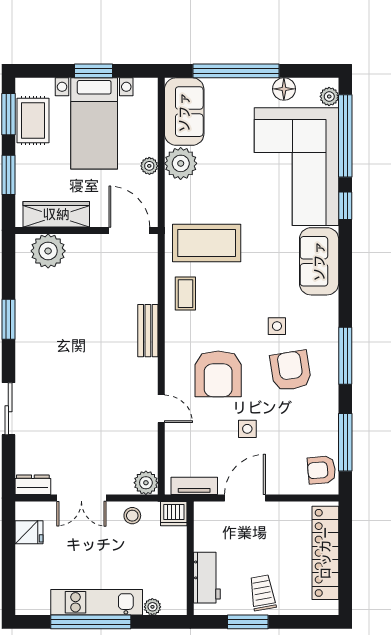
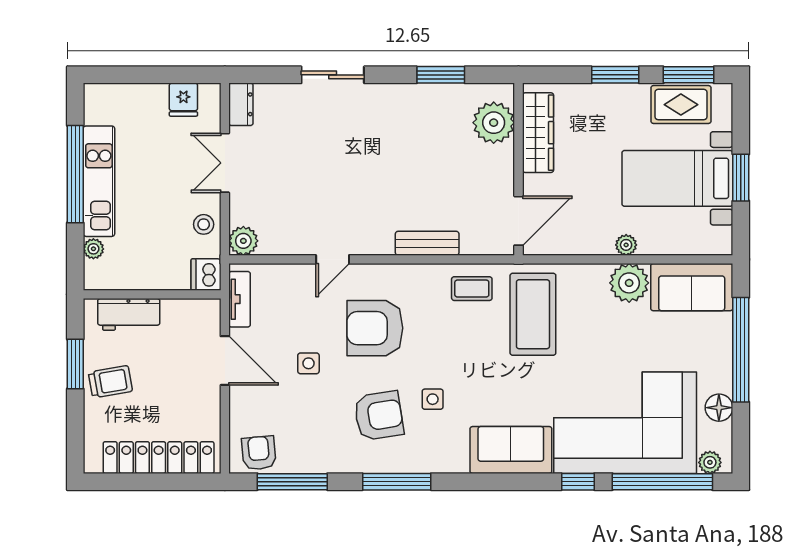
wardrobe: (56, 214) -> (538, 133), moved
wall: (87, 230) -> (519, 169), moved
door: (129, 230) -> (519, 221), moved
plant: (48, 251) -> (494, 123), moved

